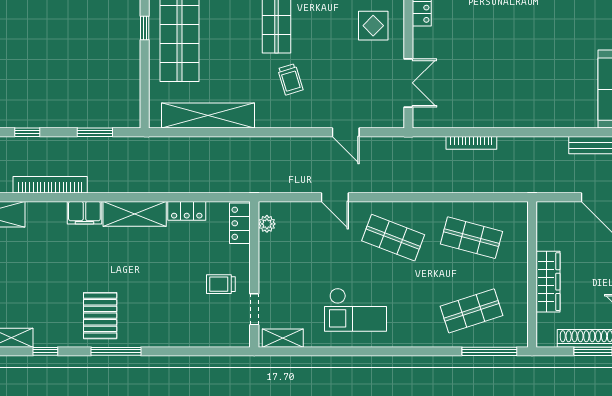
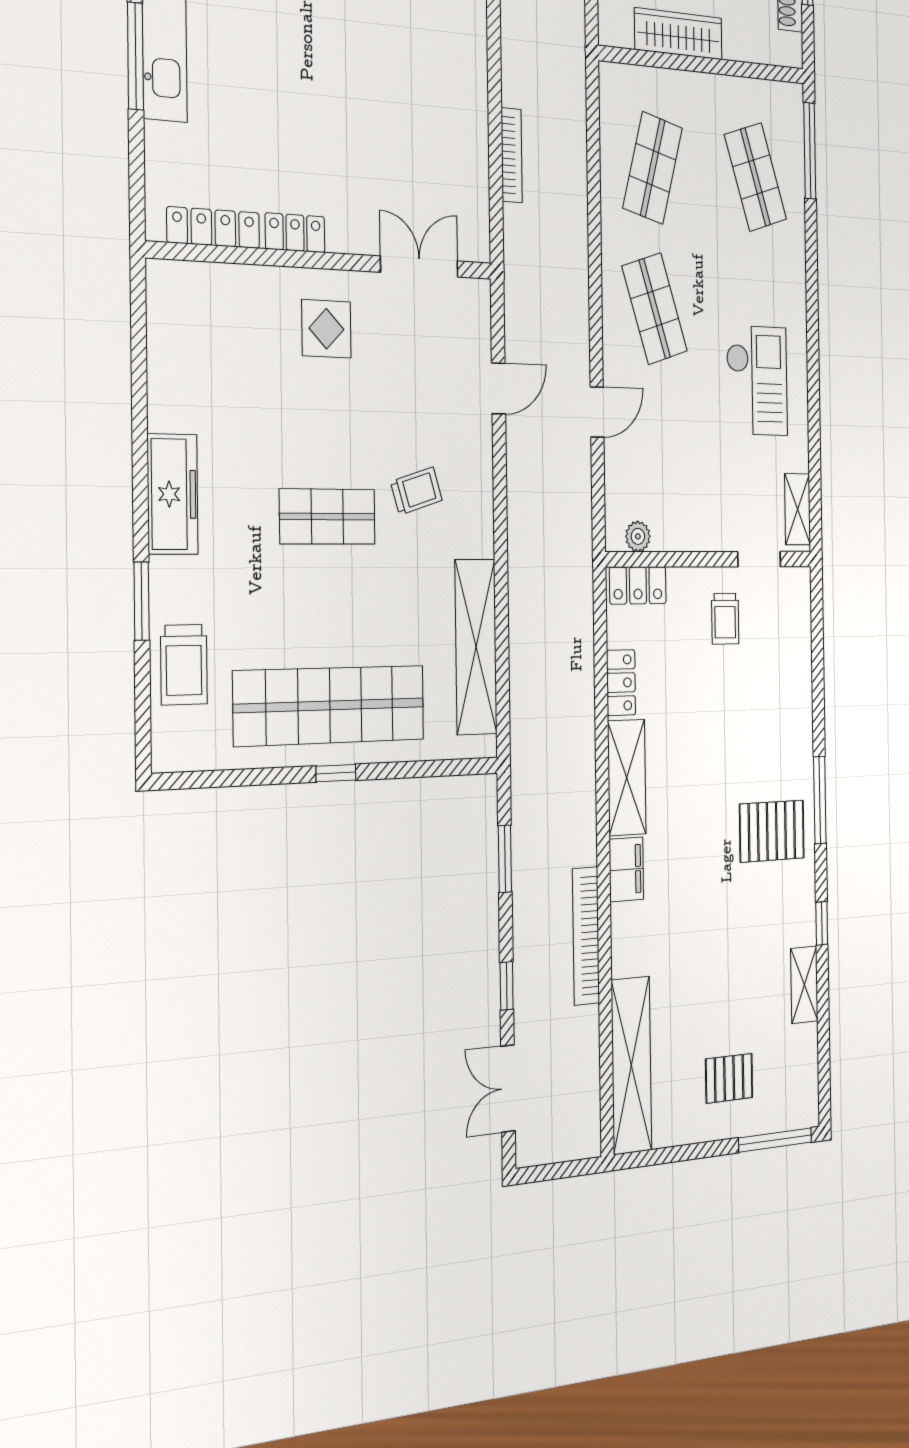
shop shelf: (393, 238) -> (655, 309), turned -39
wardrobe: (548, 282) -> (678, 34), moved

